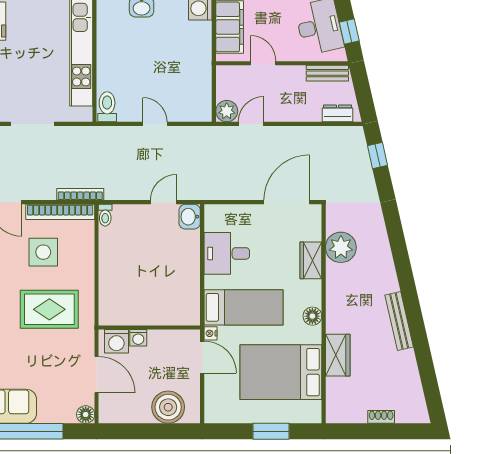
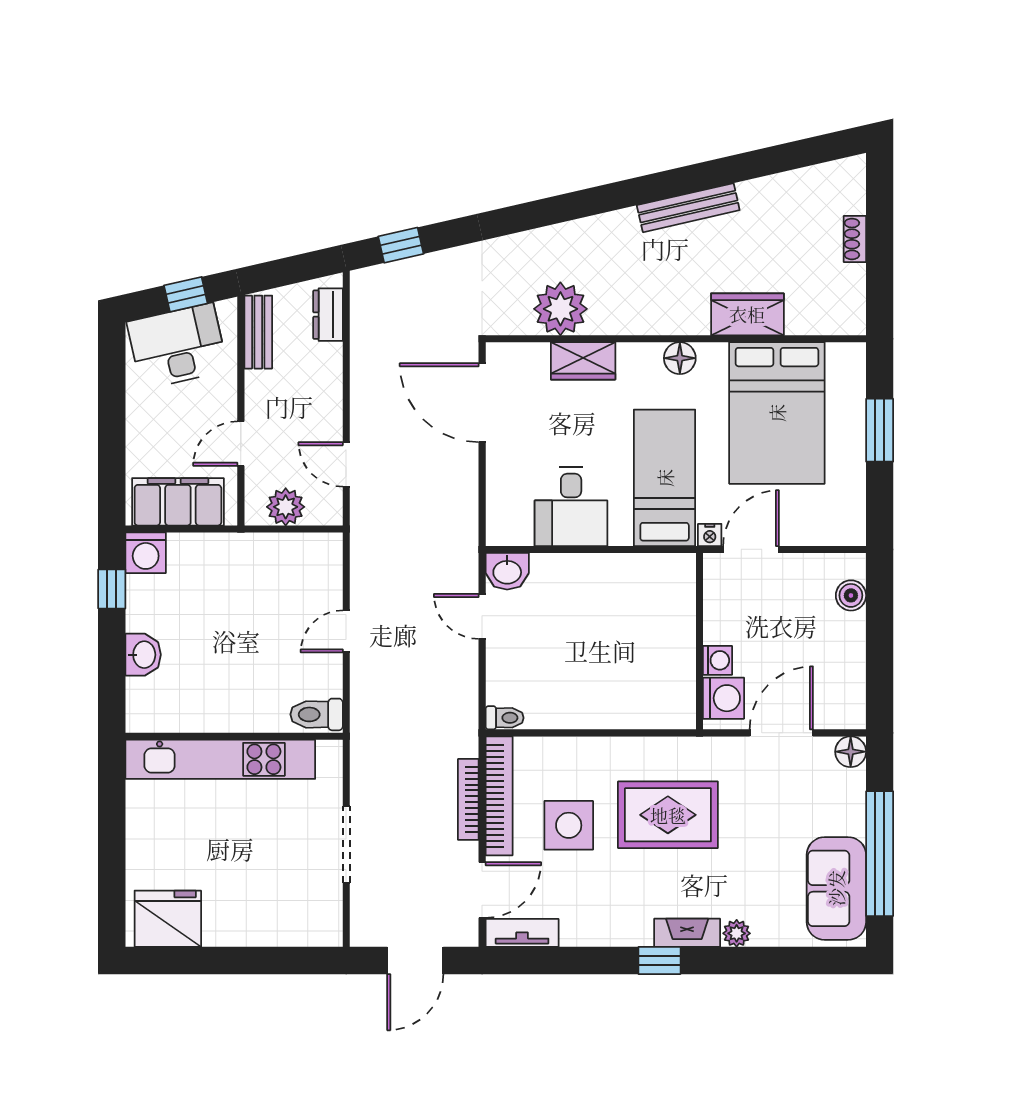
plant: (227, 111) -> (286, 507), moved
bookcase: (80, 194) -> (468, 799), moved
rug: (49, 309) -> (668, 815), turned 90
boiler: (168, 407) -> (851, 595), width x0.54, depth x0.54

